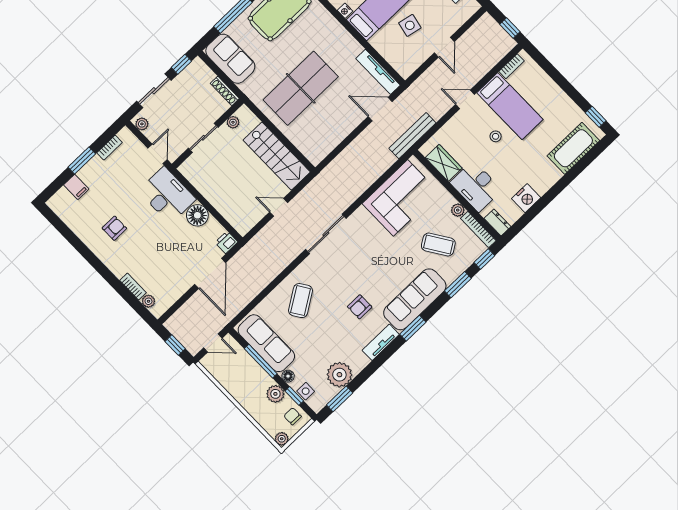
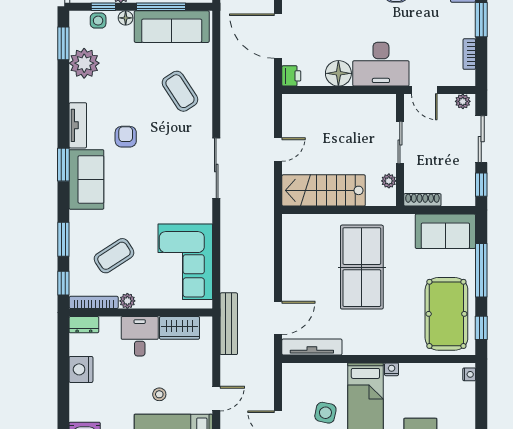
desk: (476, 186) -> (140, 336), width x0.73
sofa: (415, 299) -> (86, 179), width x0.73

